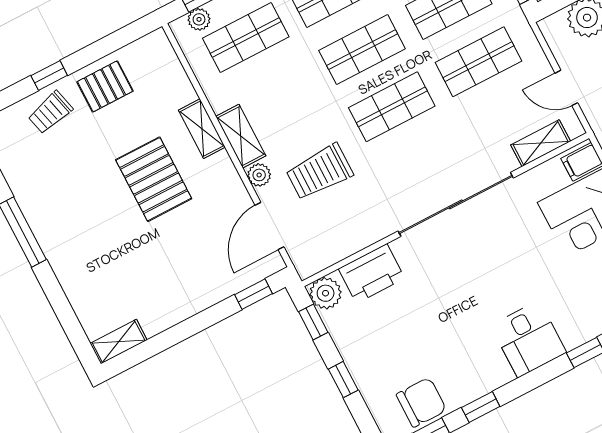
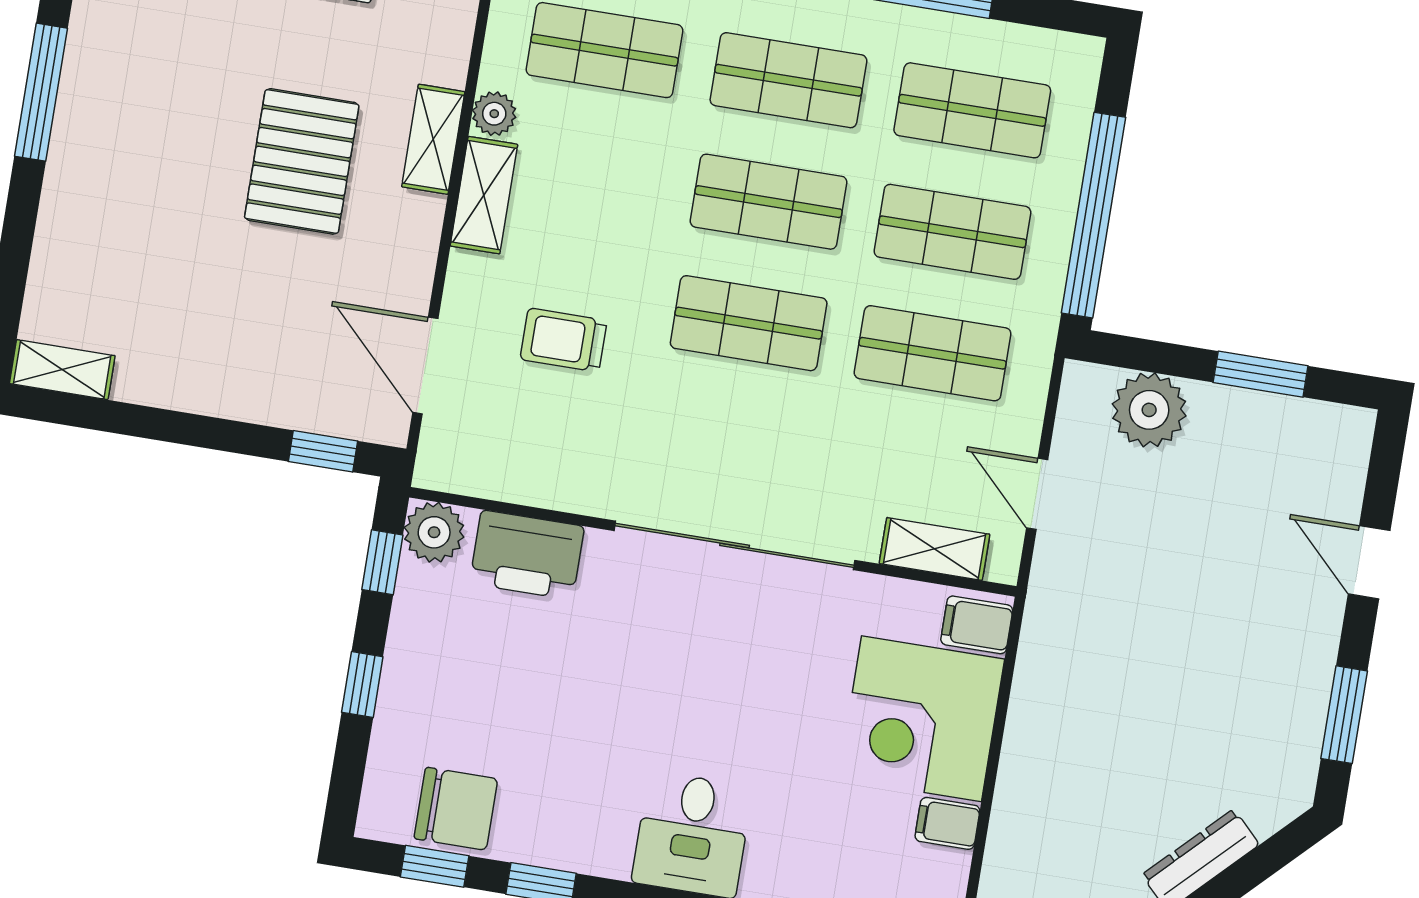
trolley: (319, 172) -> (563, 340), width x0.73, depth x0.72
plant: (259, 175) -> (494, 114), moved
door: (270, 226) -> (425, 366), hinge flipped

